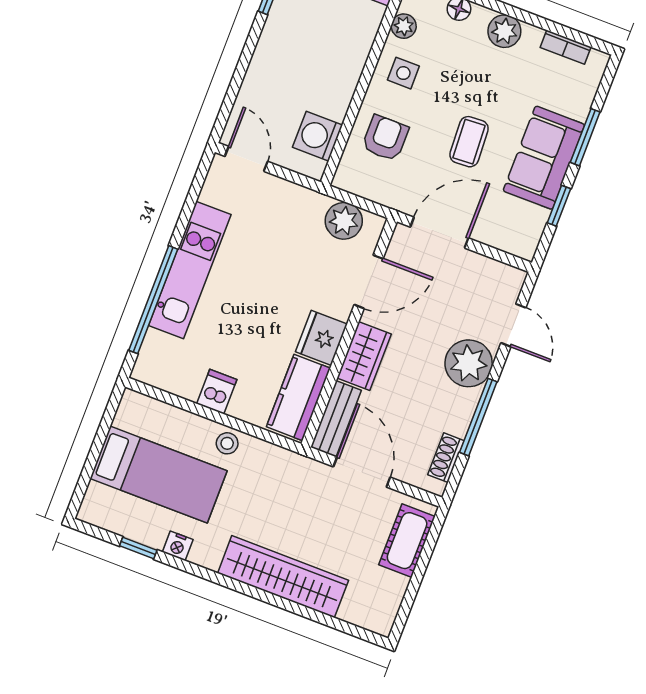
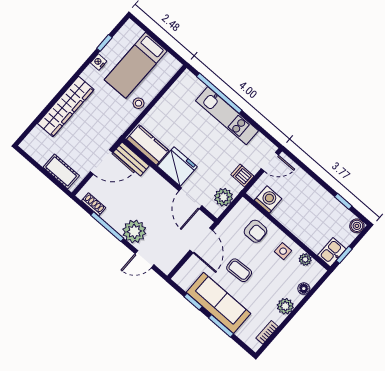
sofa: (544, 158) -> (219, 303), width x1.36
fridge: (321, 338) -> (177, 166), width x1.36, depth x1.34
wardrobe: (364, 356) -> (156, 183), removed
dishwasher: (217, 392) -> (242, 175), moved, turned 180

